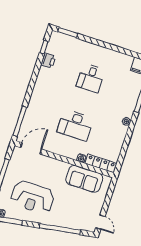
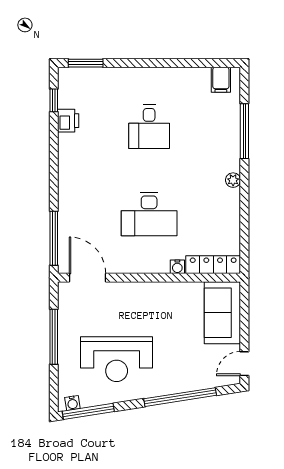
door: (31, 148) -> (87, 278), hinge flipped
sofa: (84, 179) -> (222, 313), moved, turned 90
door: (100, 222) -> (244, 364), swing flipped

